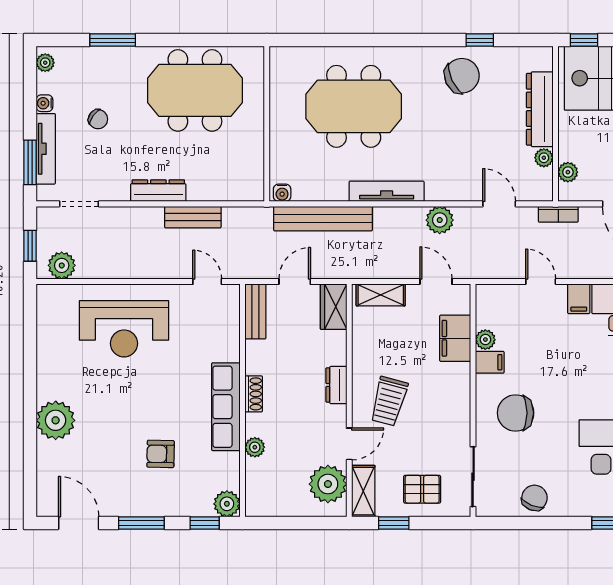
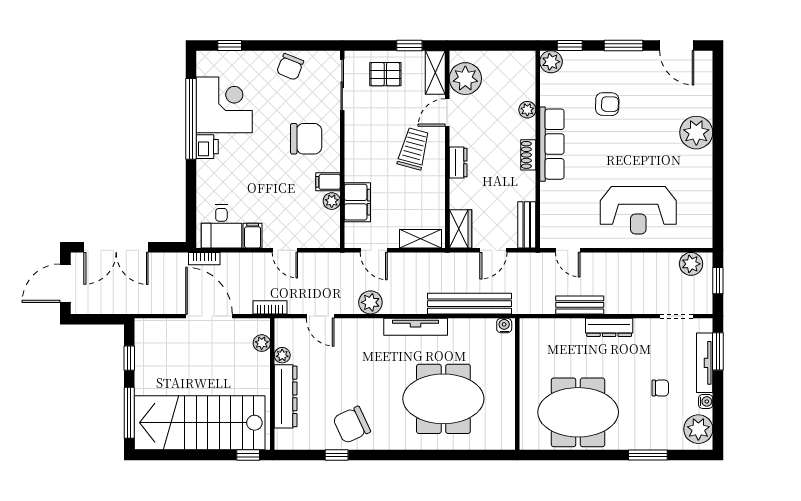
plant: (45, 63) -> (698, 429), width x1.88, depth x1.88
chair: (98, 119) -> (660, 388), turned 144
reception desk: (124, 329) -> (638, 210), turned 180

